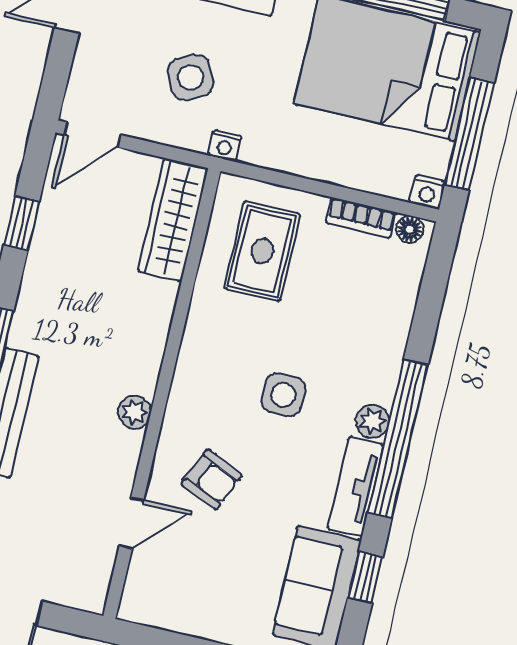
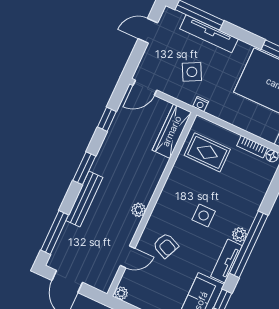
rug: (262, 251) -> (207, 152), turned 90
plant: (134, 607) -> (121, 293), added

